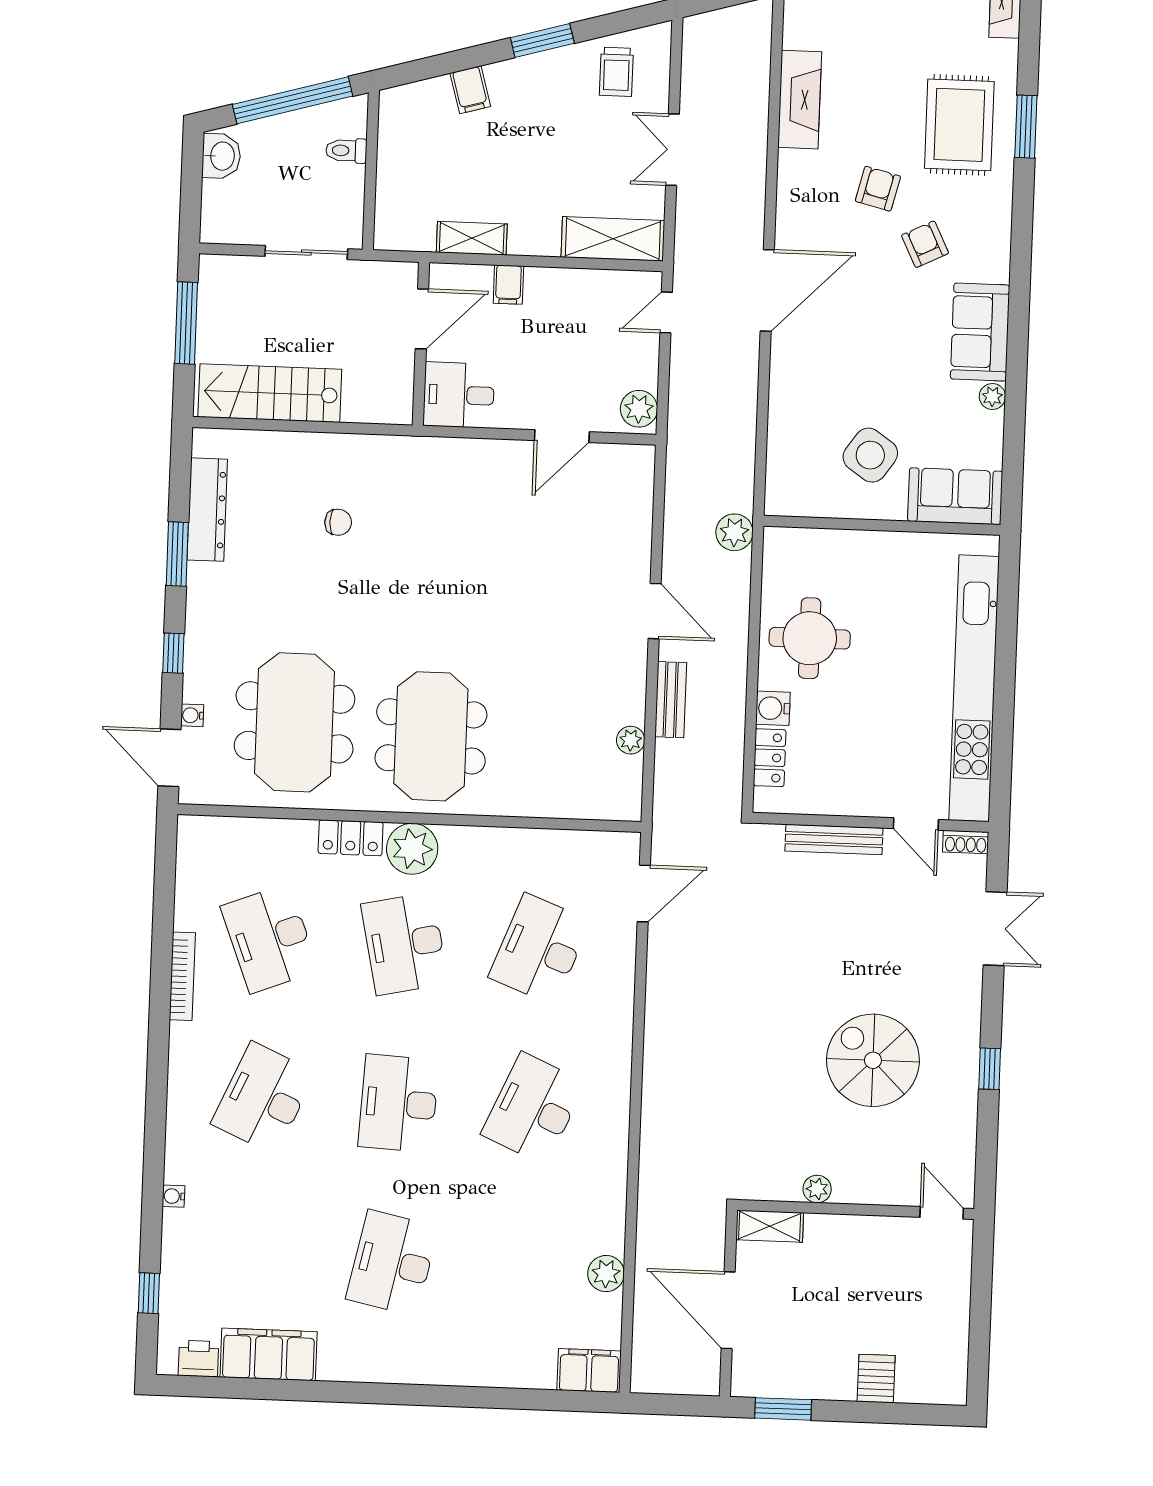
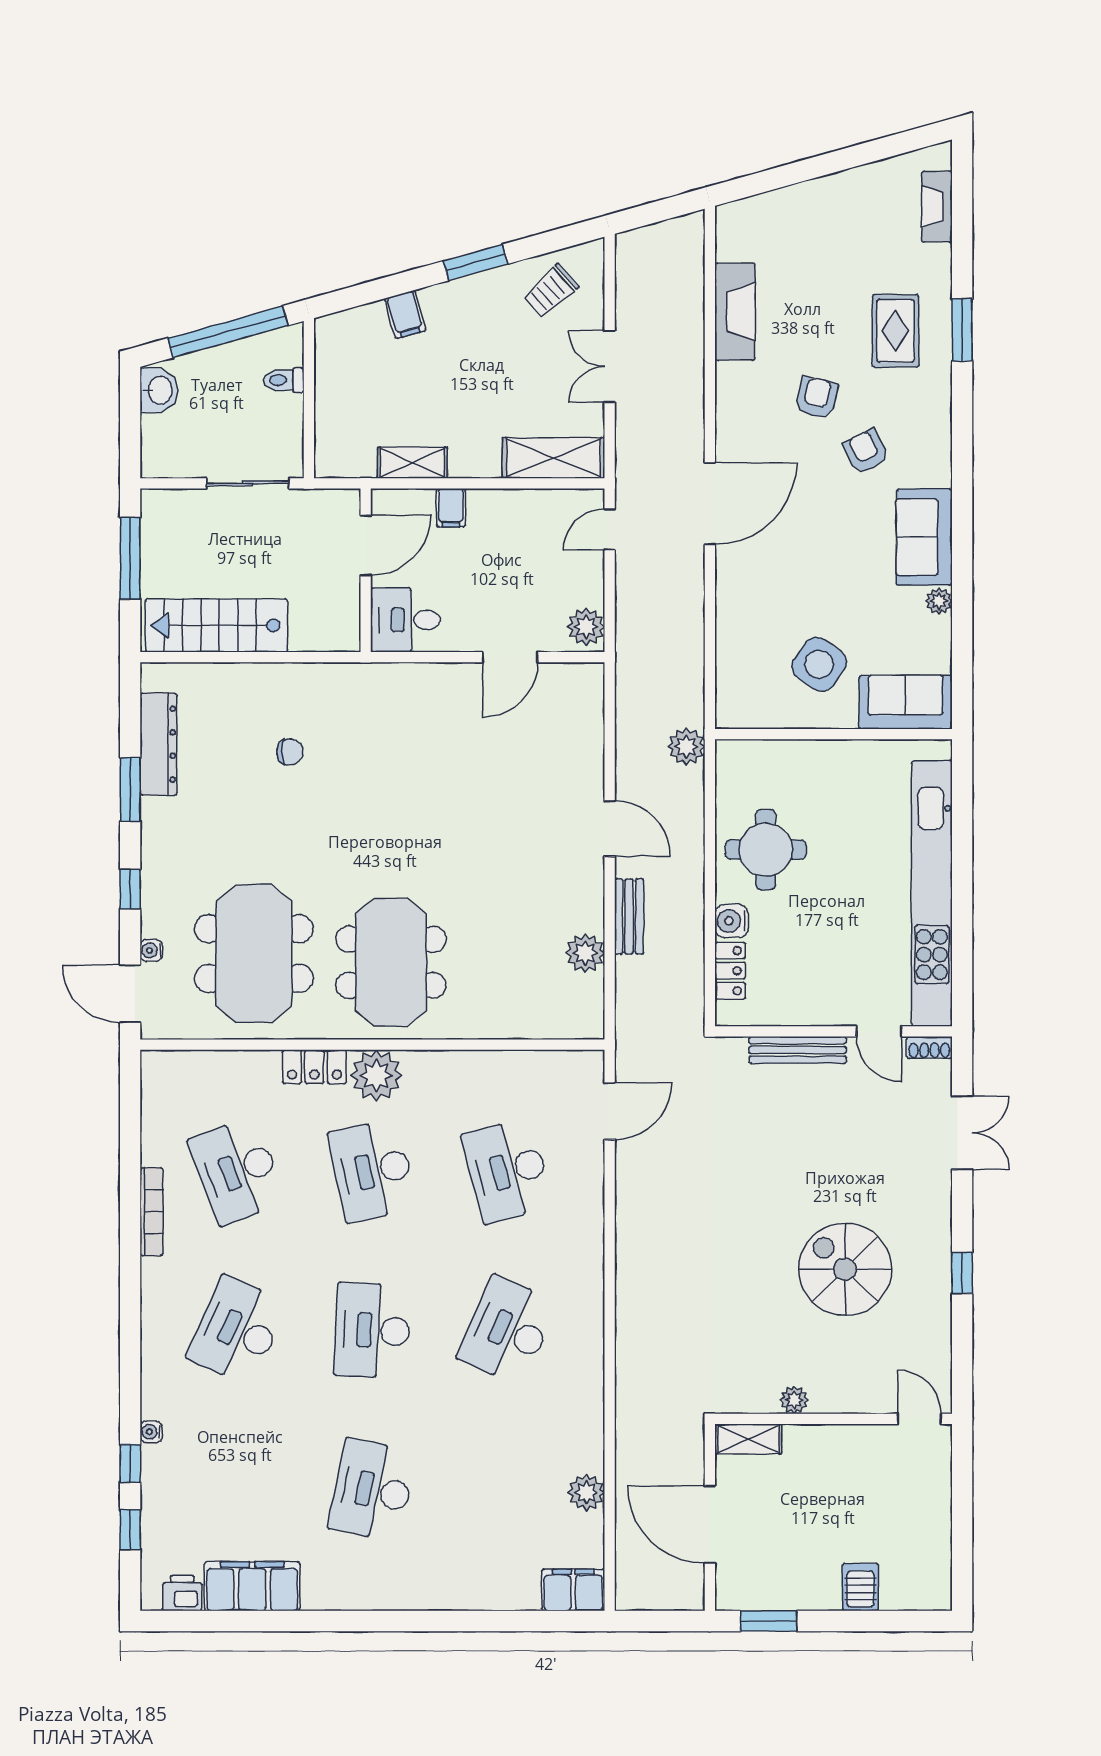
trolley: (616, 72) -> (551, 291), turned 48
rug: (959, 125) -> (895, 331), width x0.73, depth x0.70
plant: (631, 740) -> (585, 953), width x1.38, depth x1.38
desk: (540, 949) -> (508, 1171), turned -36
window: (151, 1227) -> (130, 1464), added

